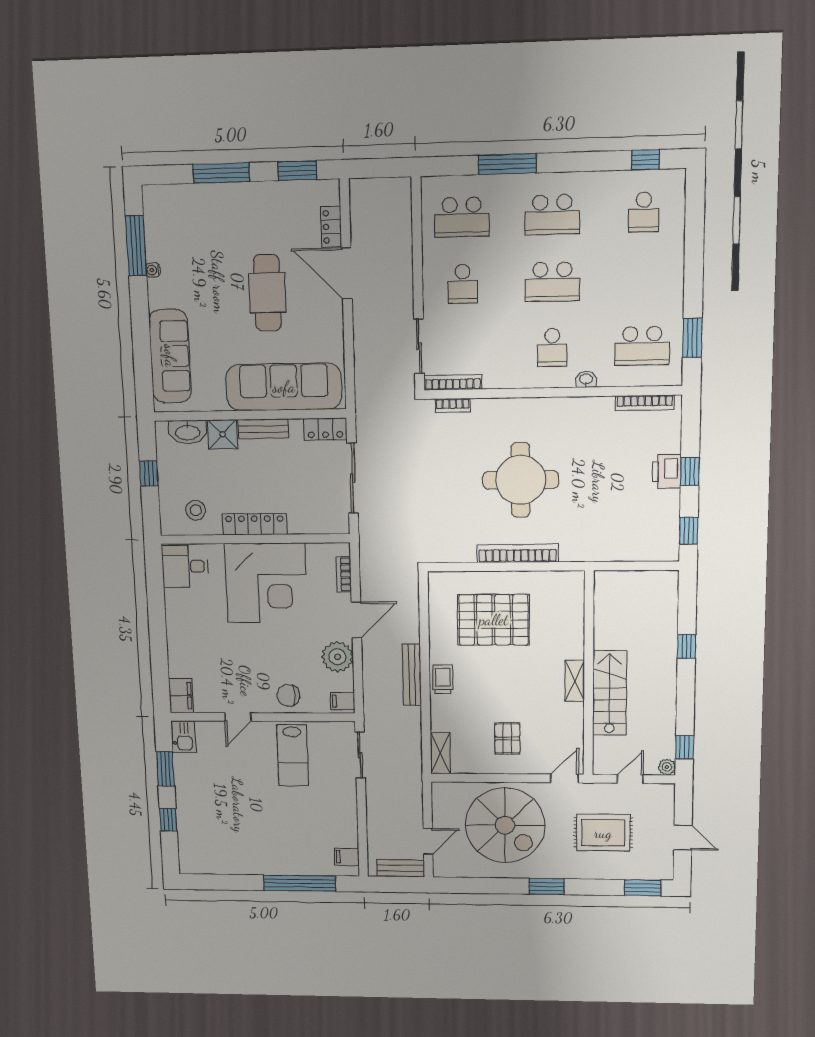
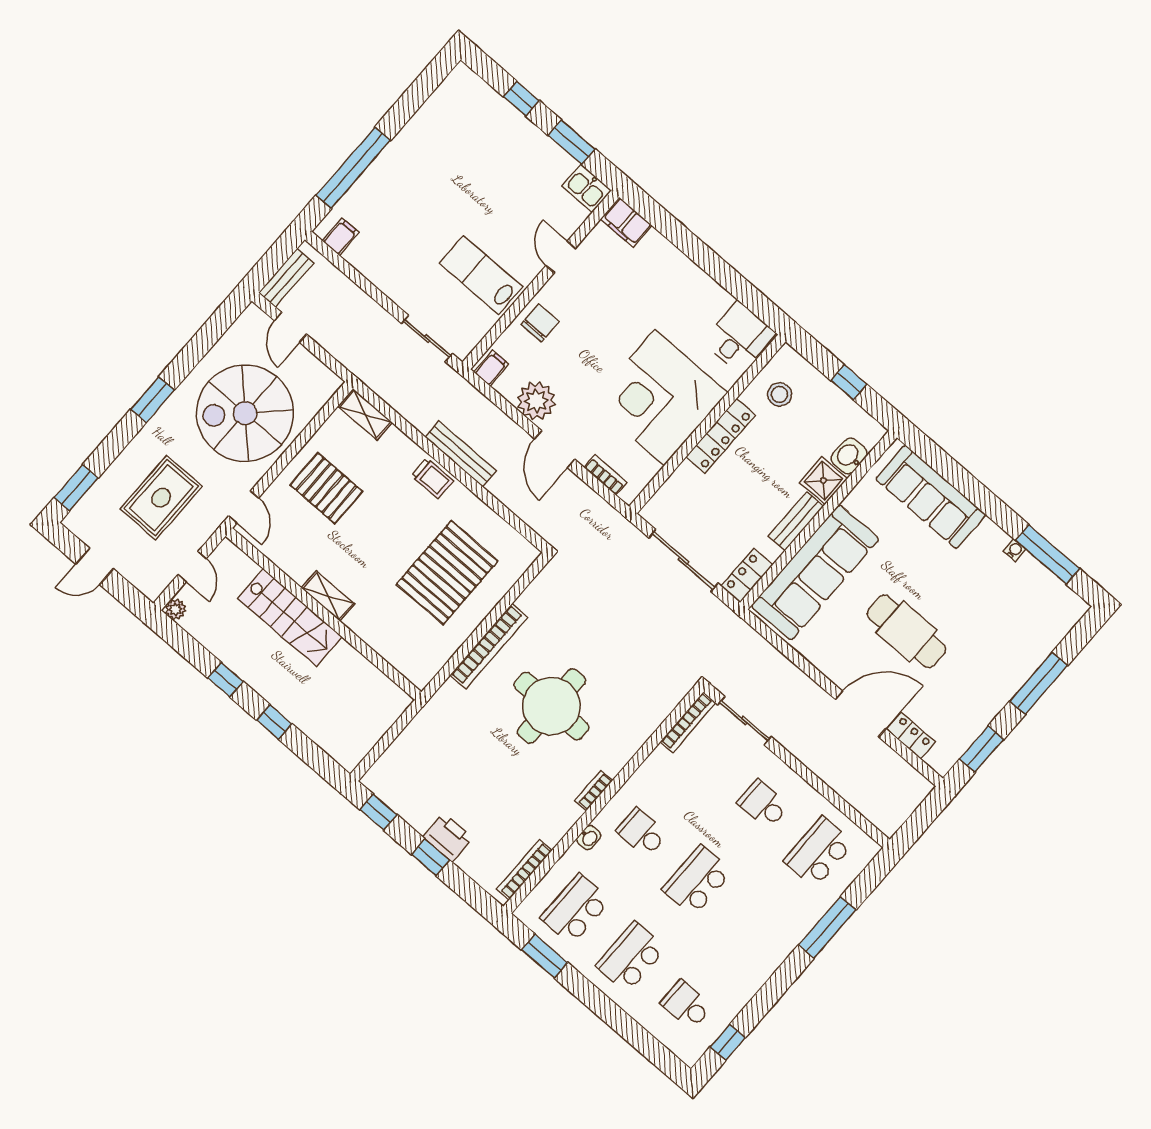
school desk: (552, 215) -> (631, 957), moved
bookcase: (453, 406) -> (594, 791), moved
washbasin: (188, 432) -> (849, 456), width x0.72
pallet: (507, 738) -> (326, 488), width x1.50, depth x1.42
window: (685, 747) -> (226, 680), moved

